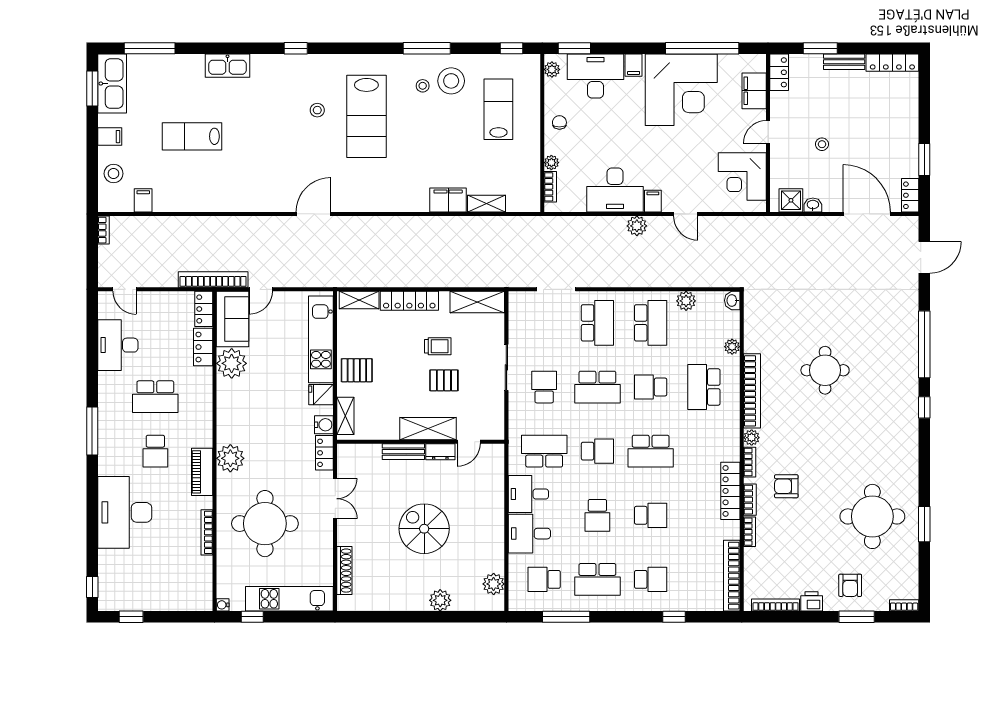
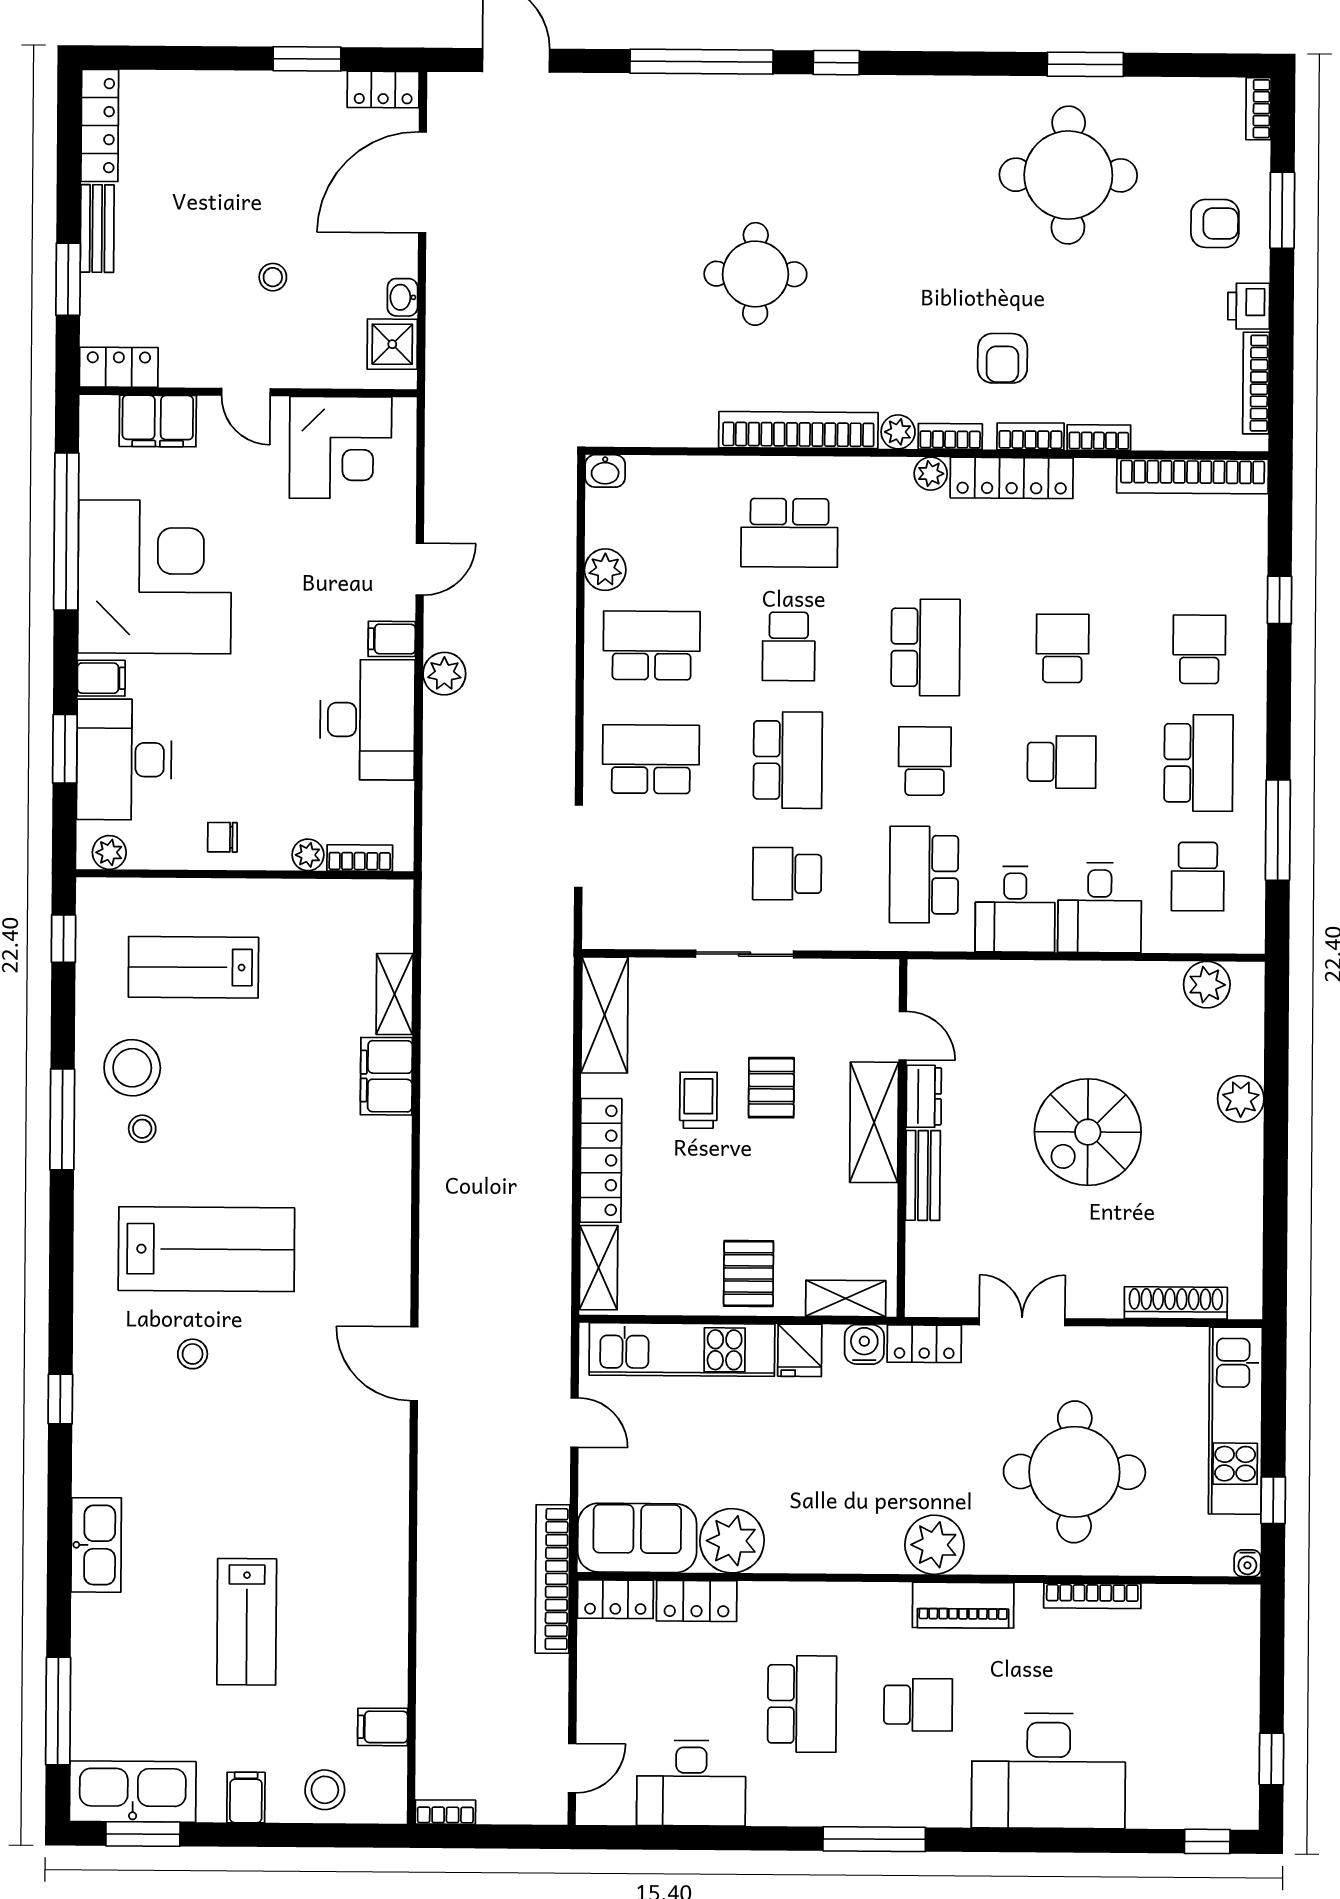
window: (574, 48) -> (65, 749), moved
door: (261, 289) -> (575, 1423), moved
plant: (732, 347) -> (931, 474), moved

